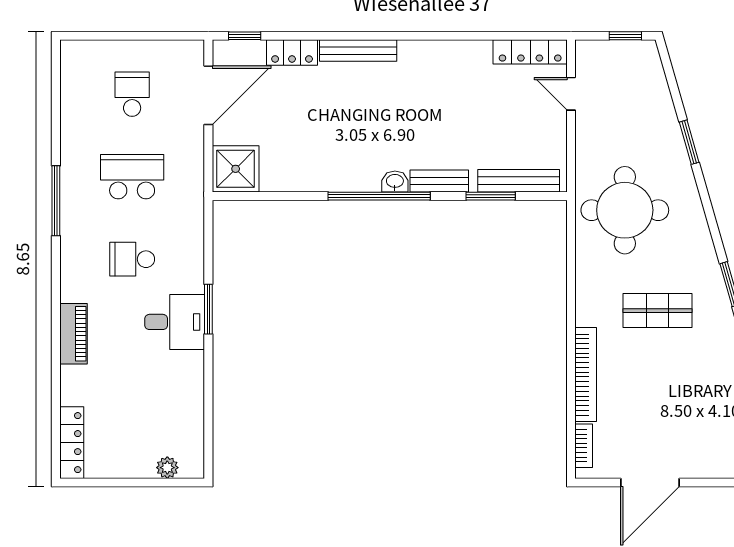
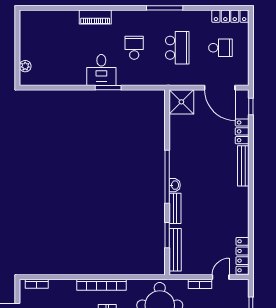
bookcase: (584, 133) -> (200, 284), added
bookcase: (586, 375) -> (102, 285), moved
locker: (72, 443) -> (230, 16), moved

